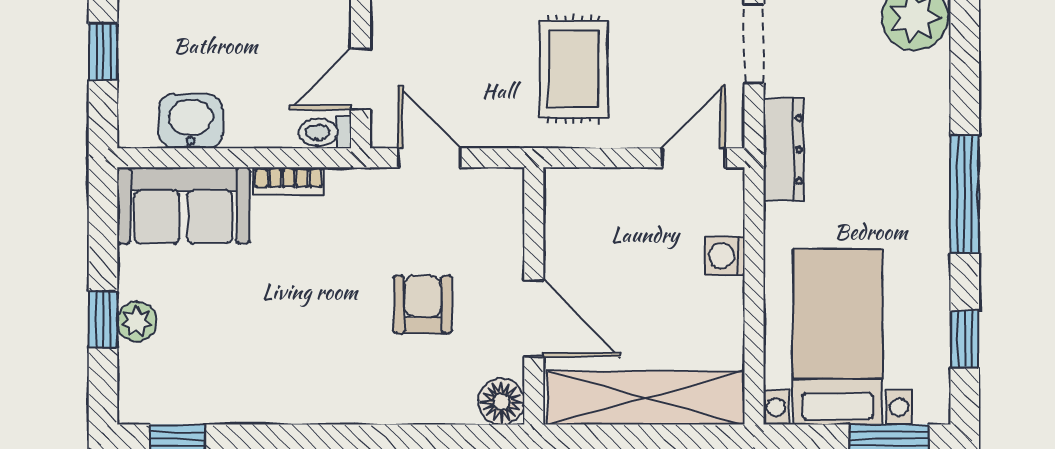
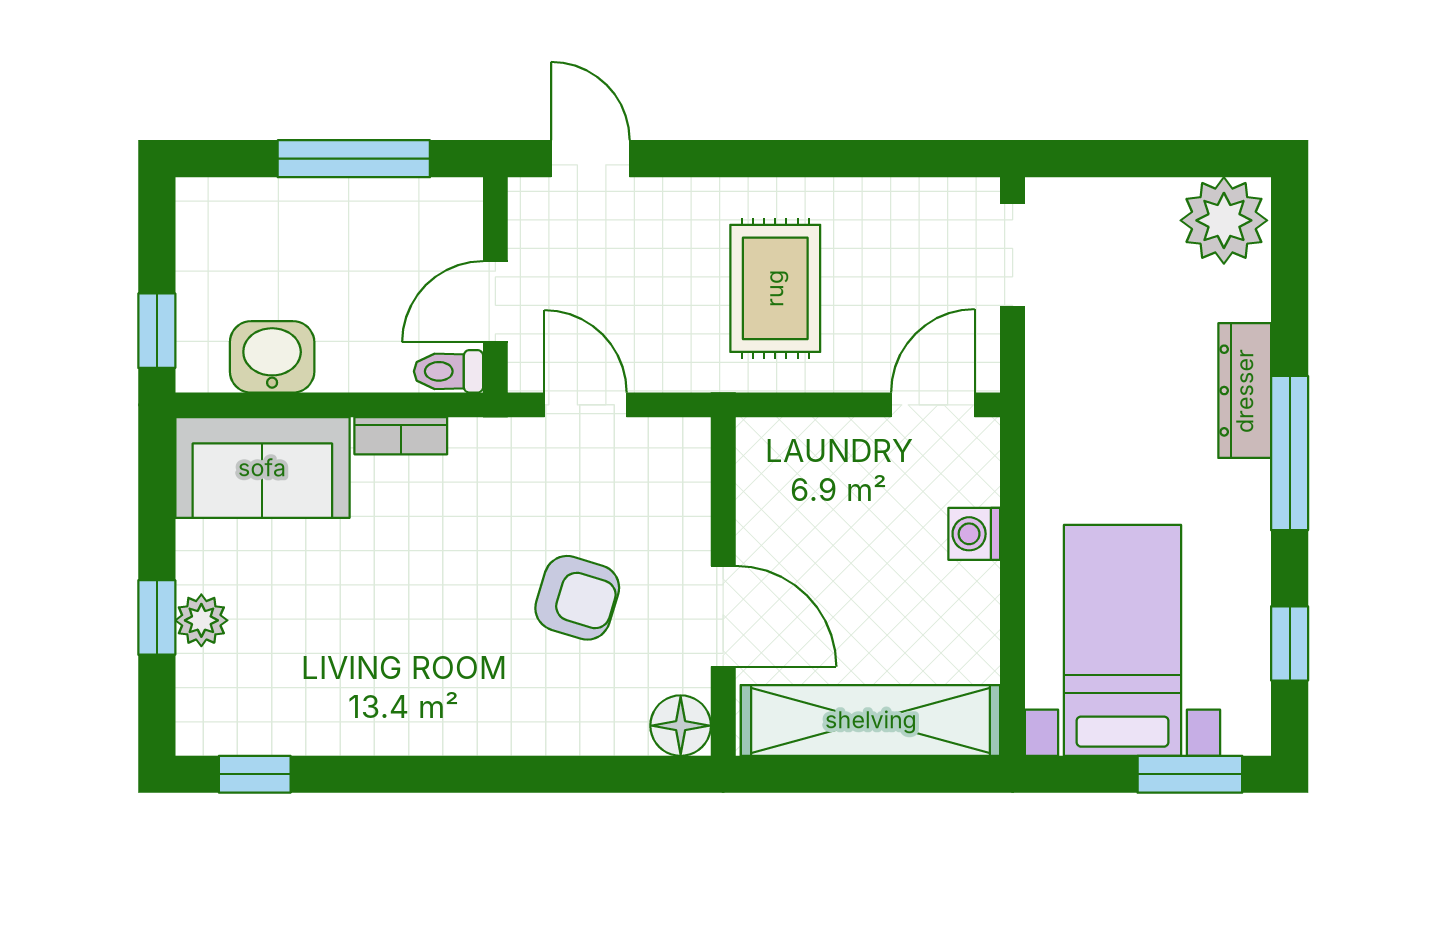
window: (103, 52) -> (157, 331), moved
dresser: (783, 150) -> (1245, 391), moved, turned 180
armchair: (423, 305) -> (577, 598), turned 107

